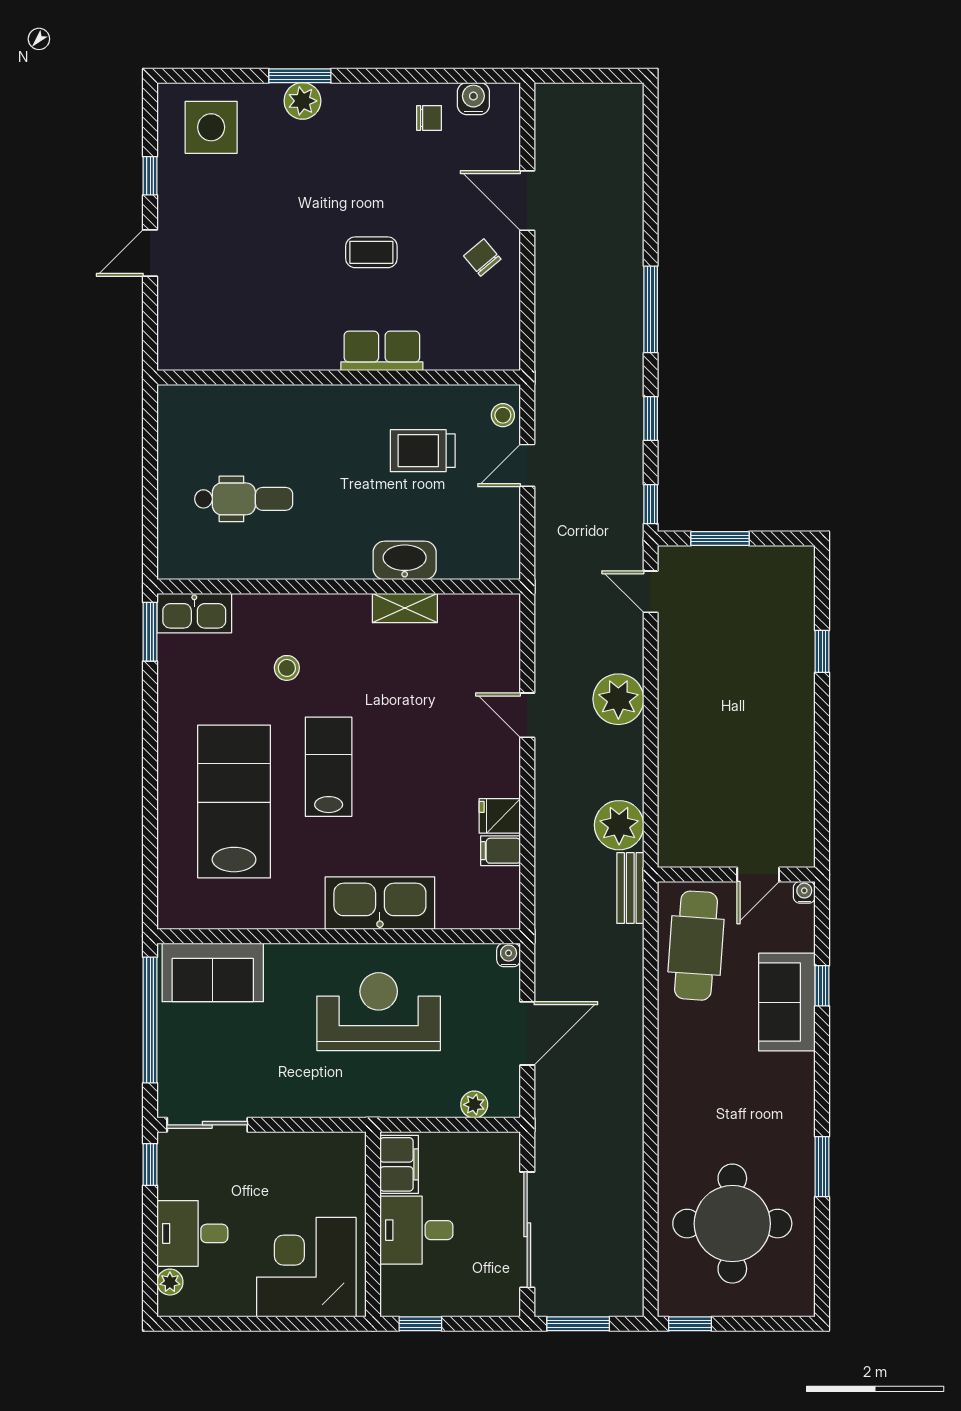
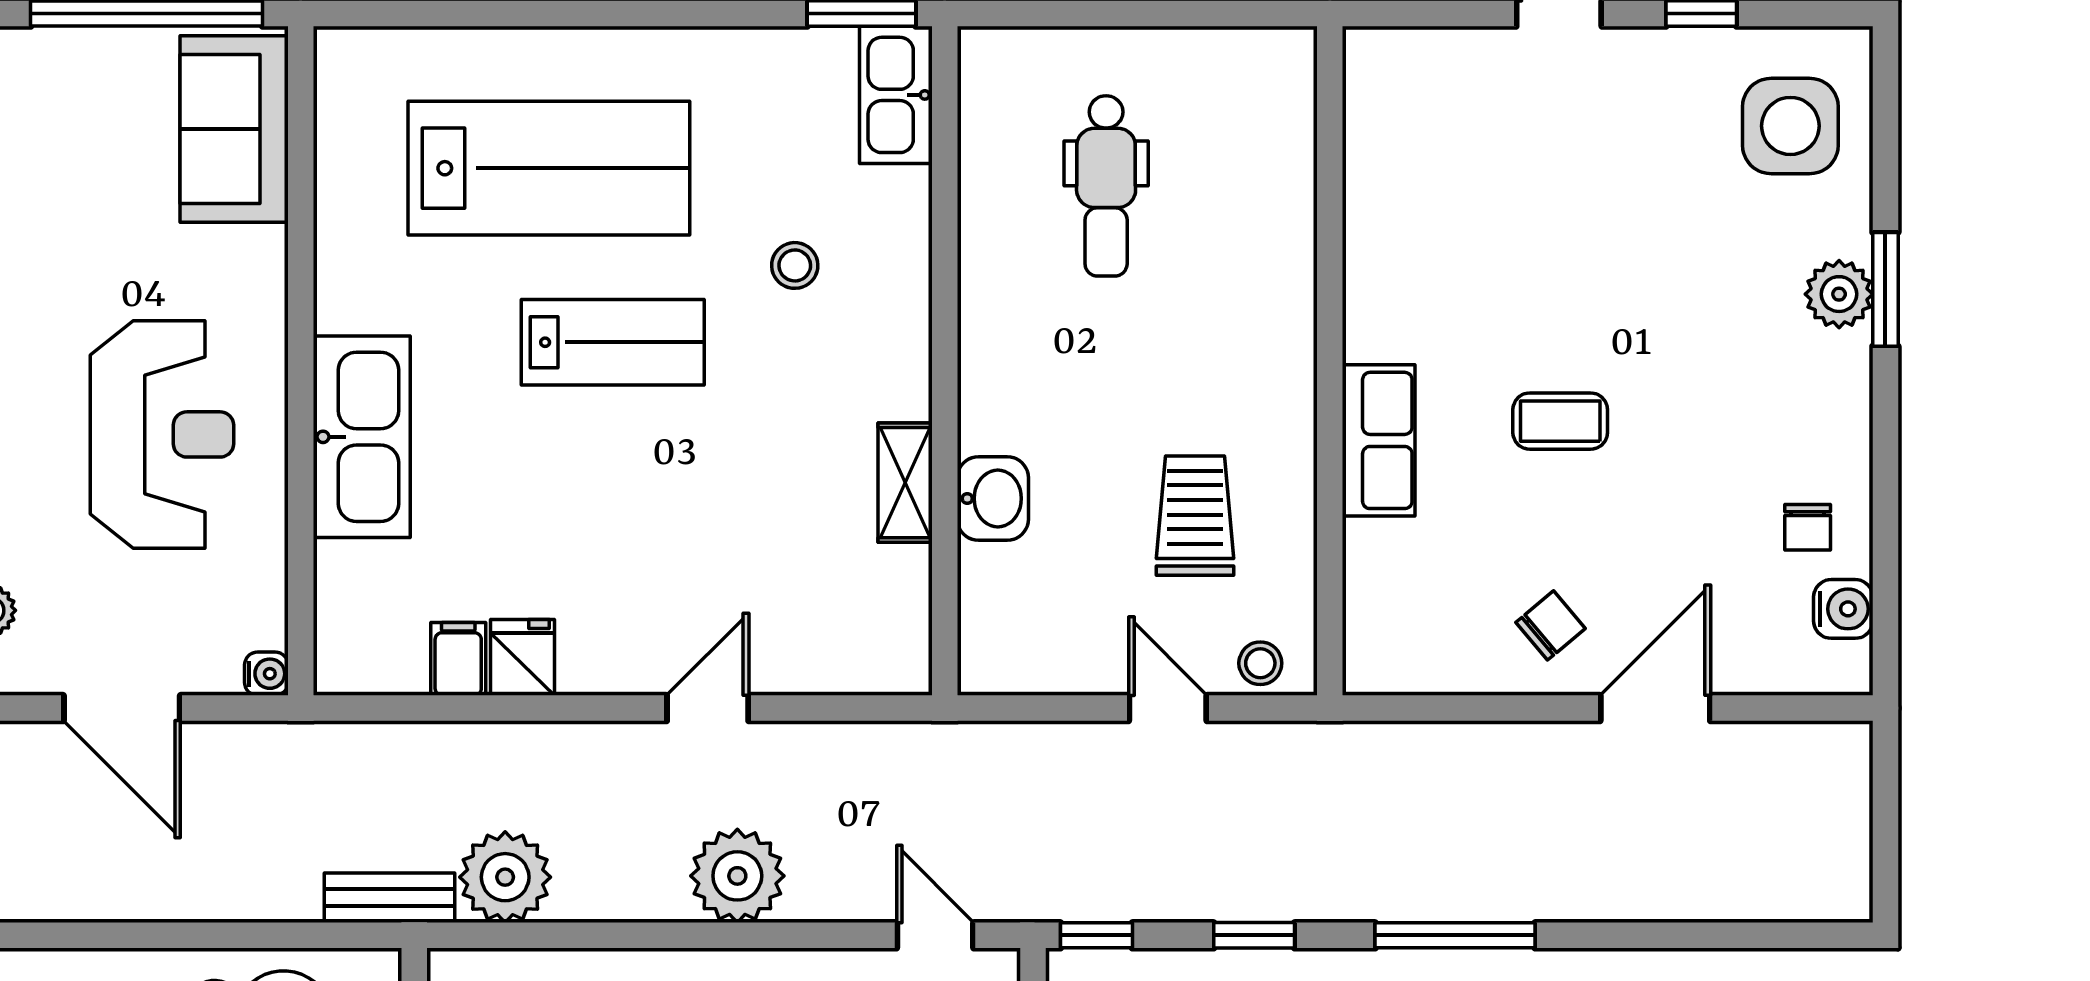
coffee table: (371, 252) -> (1560, 421), turned 90
washbasin: (405, 560) -> (993, 498), width x0.72
door: (651, 592) -> (935, 935), hinge flipped

